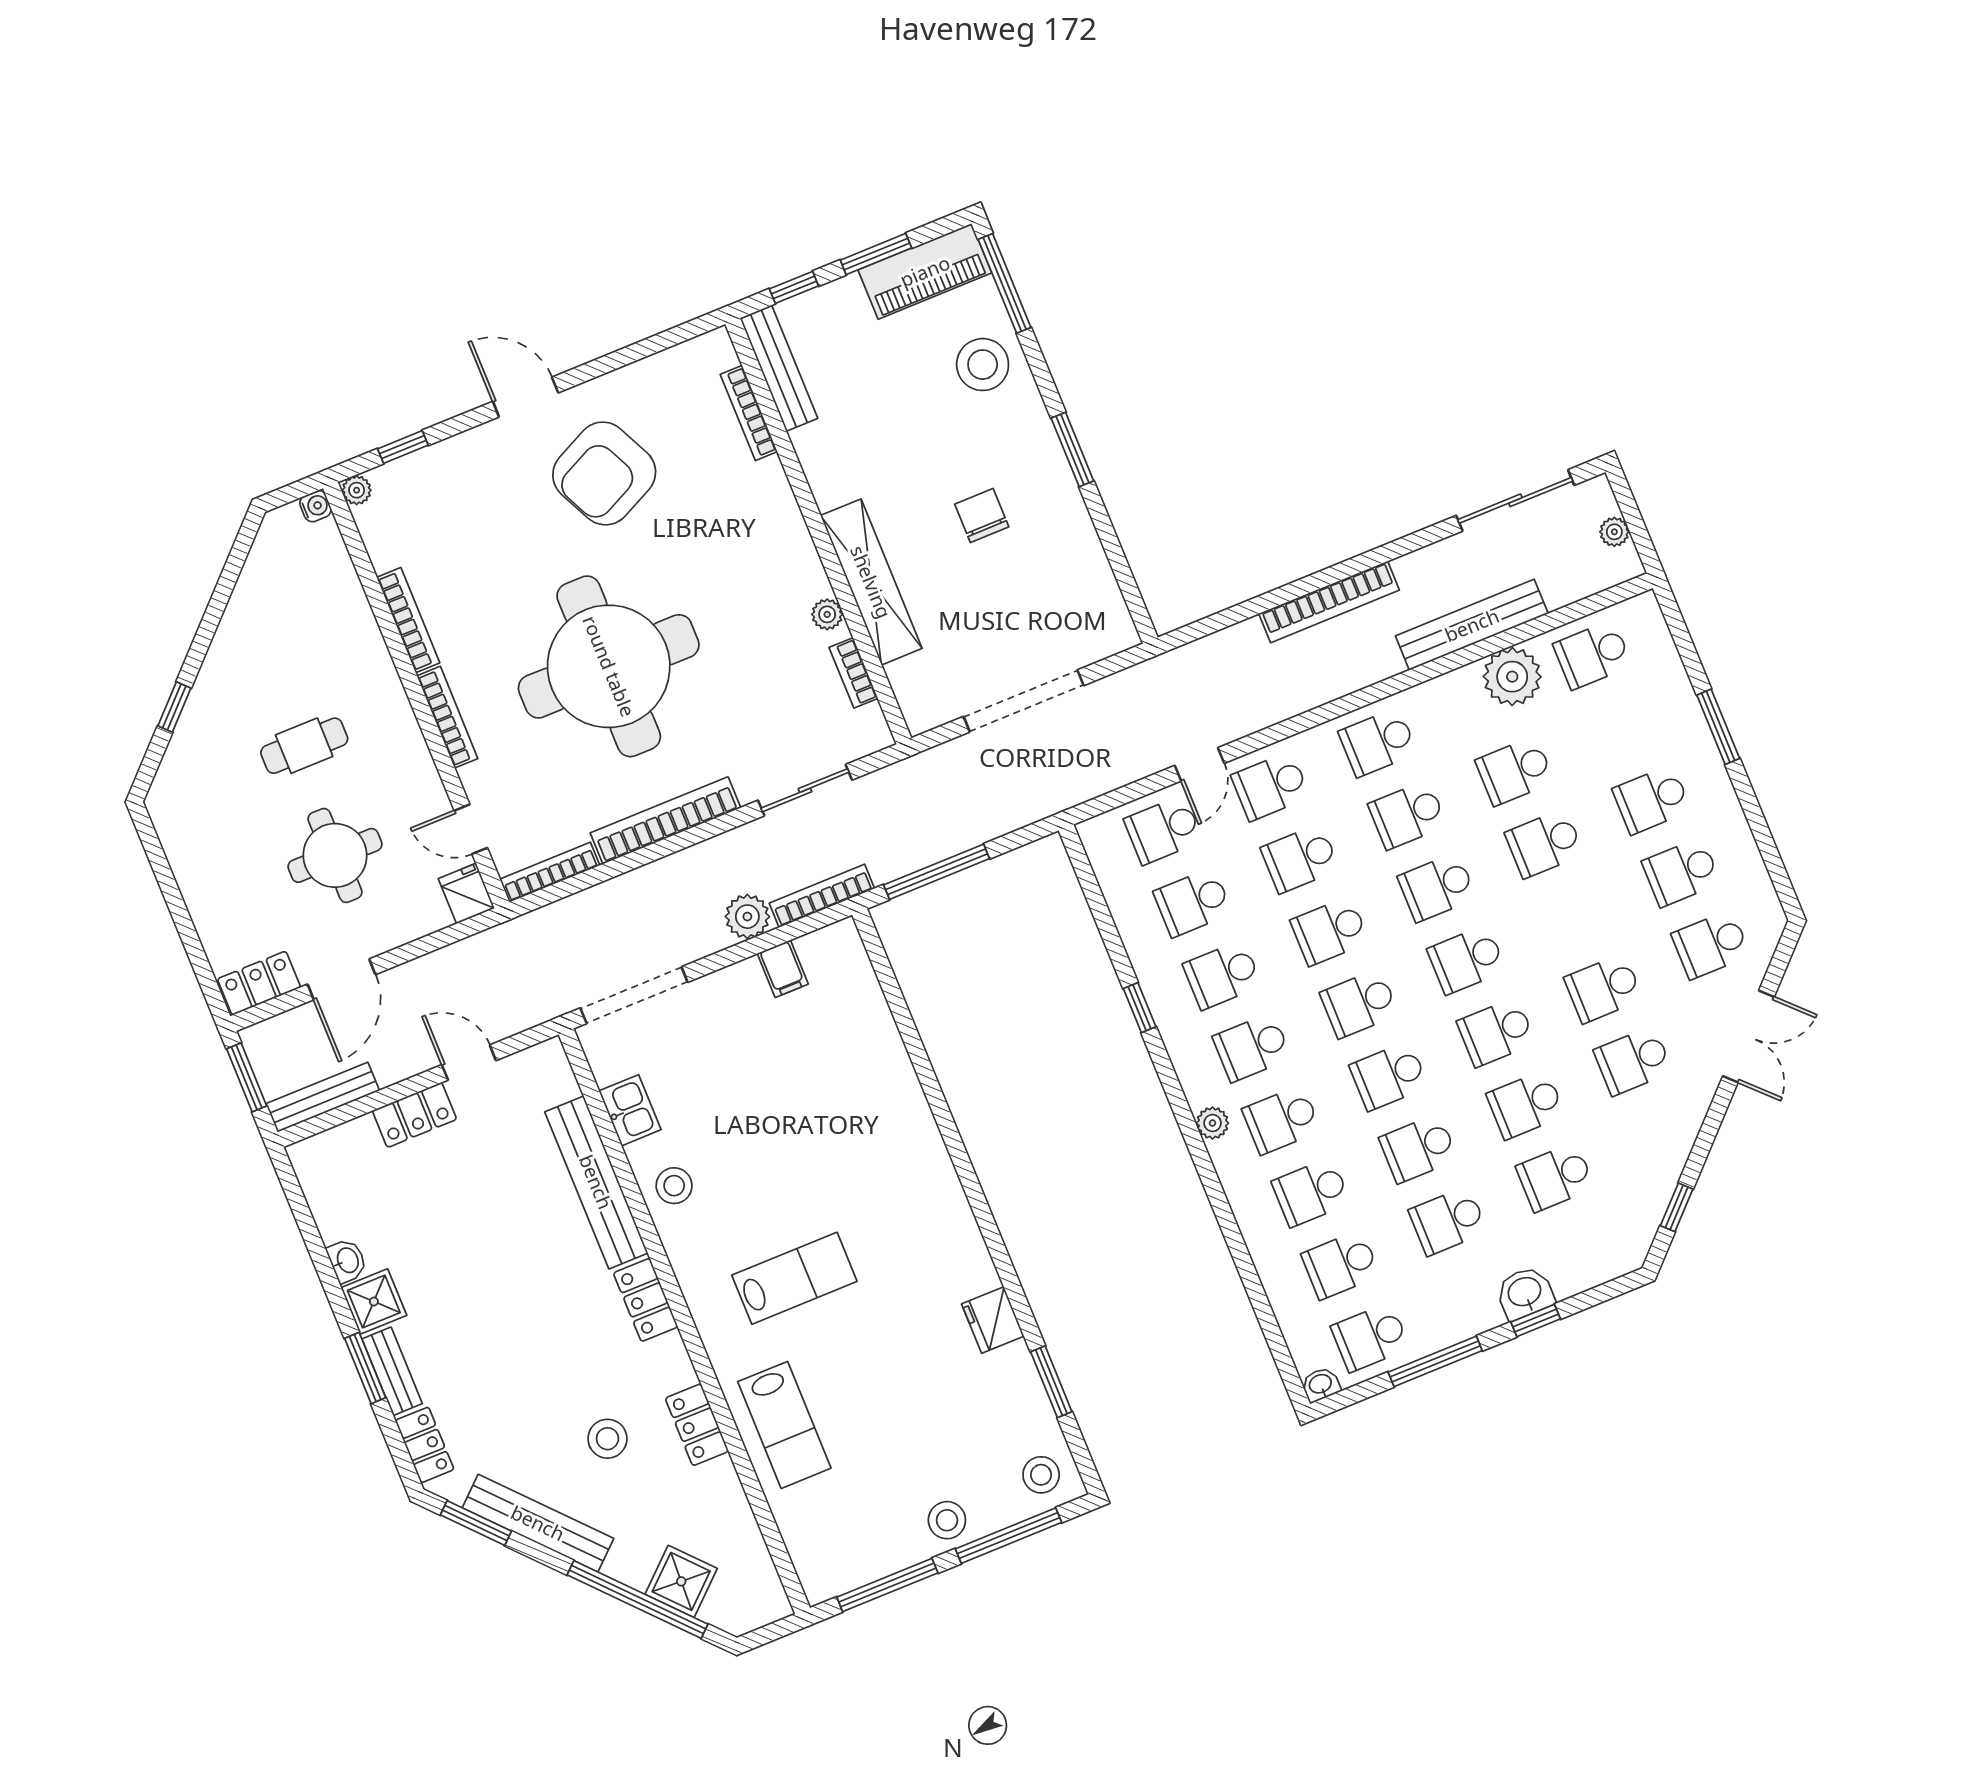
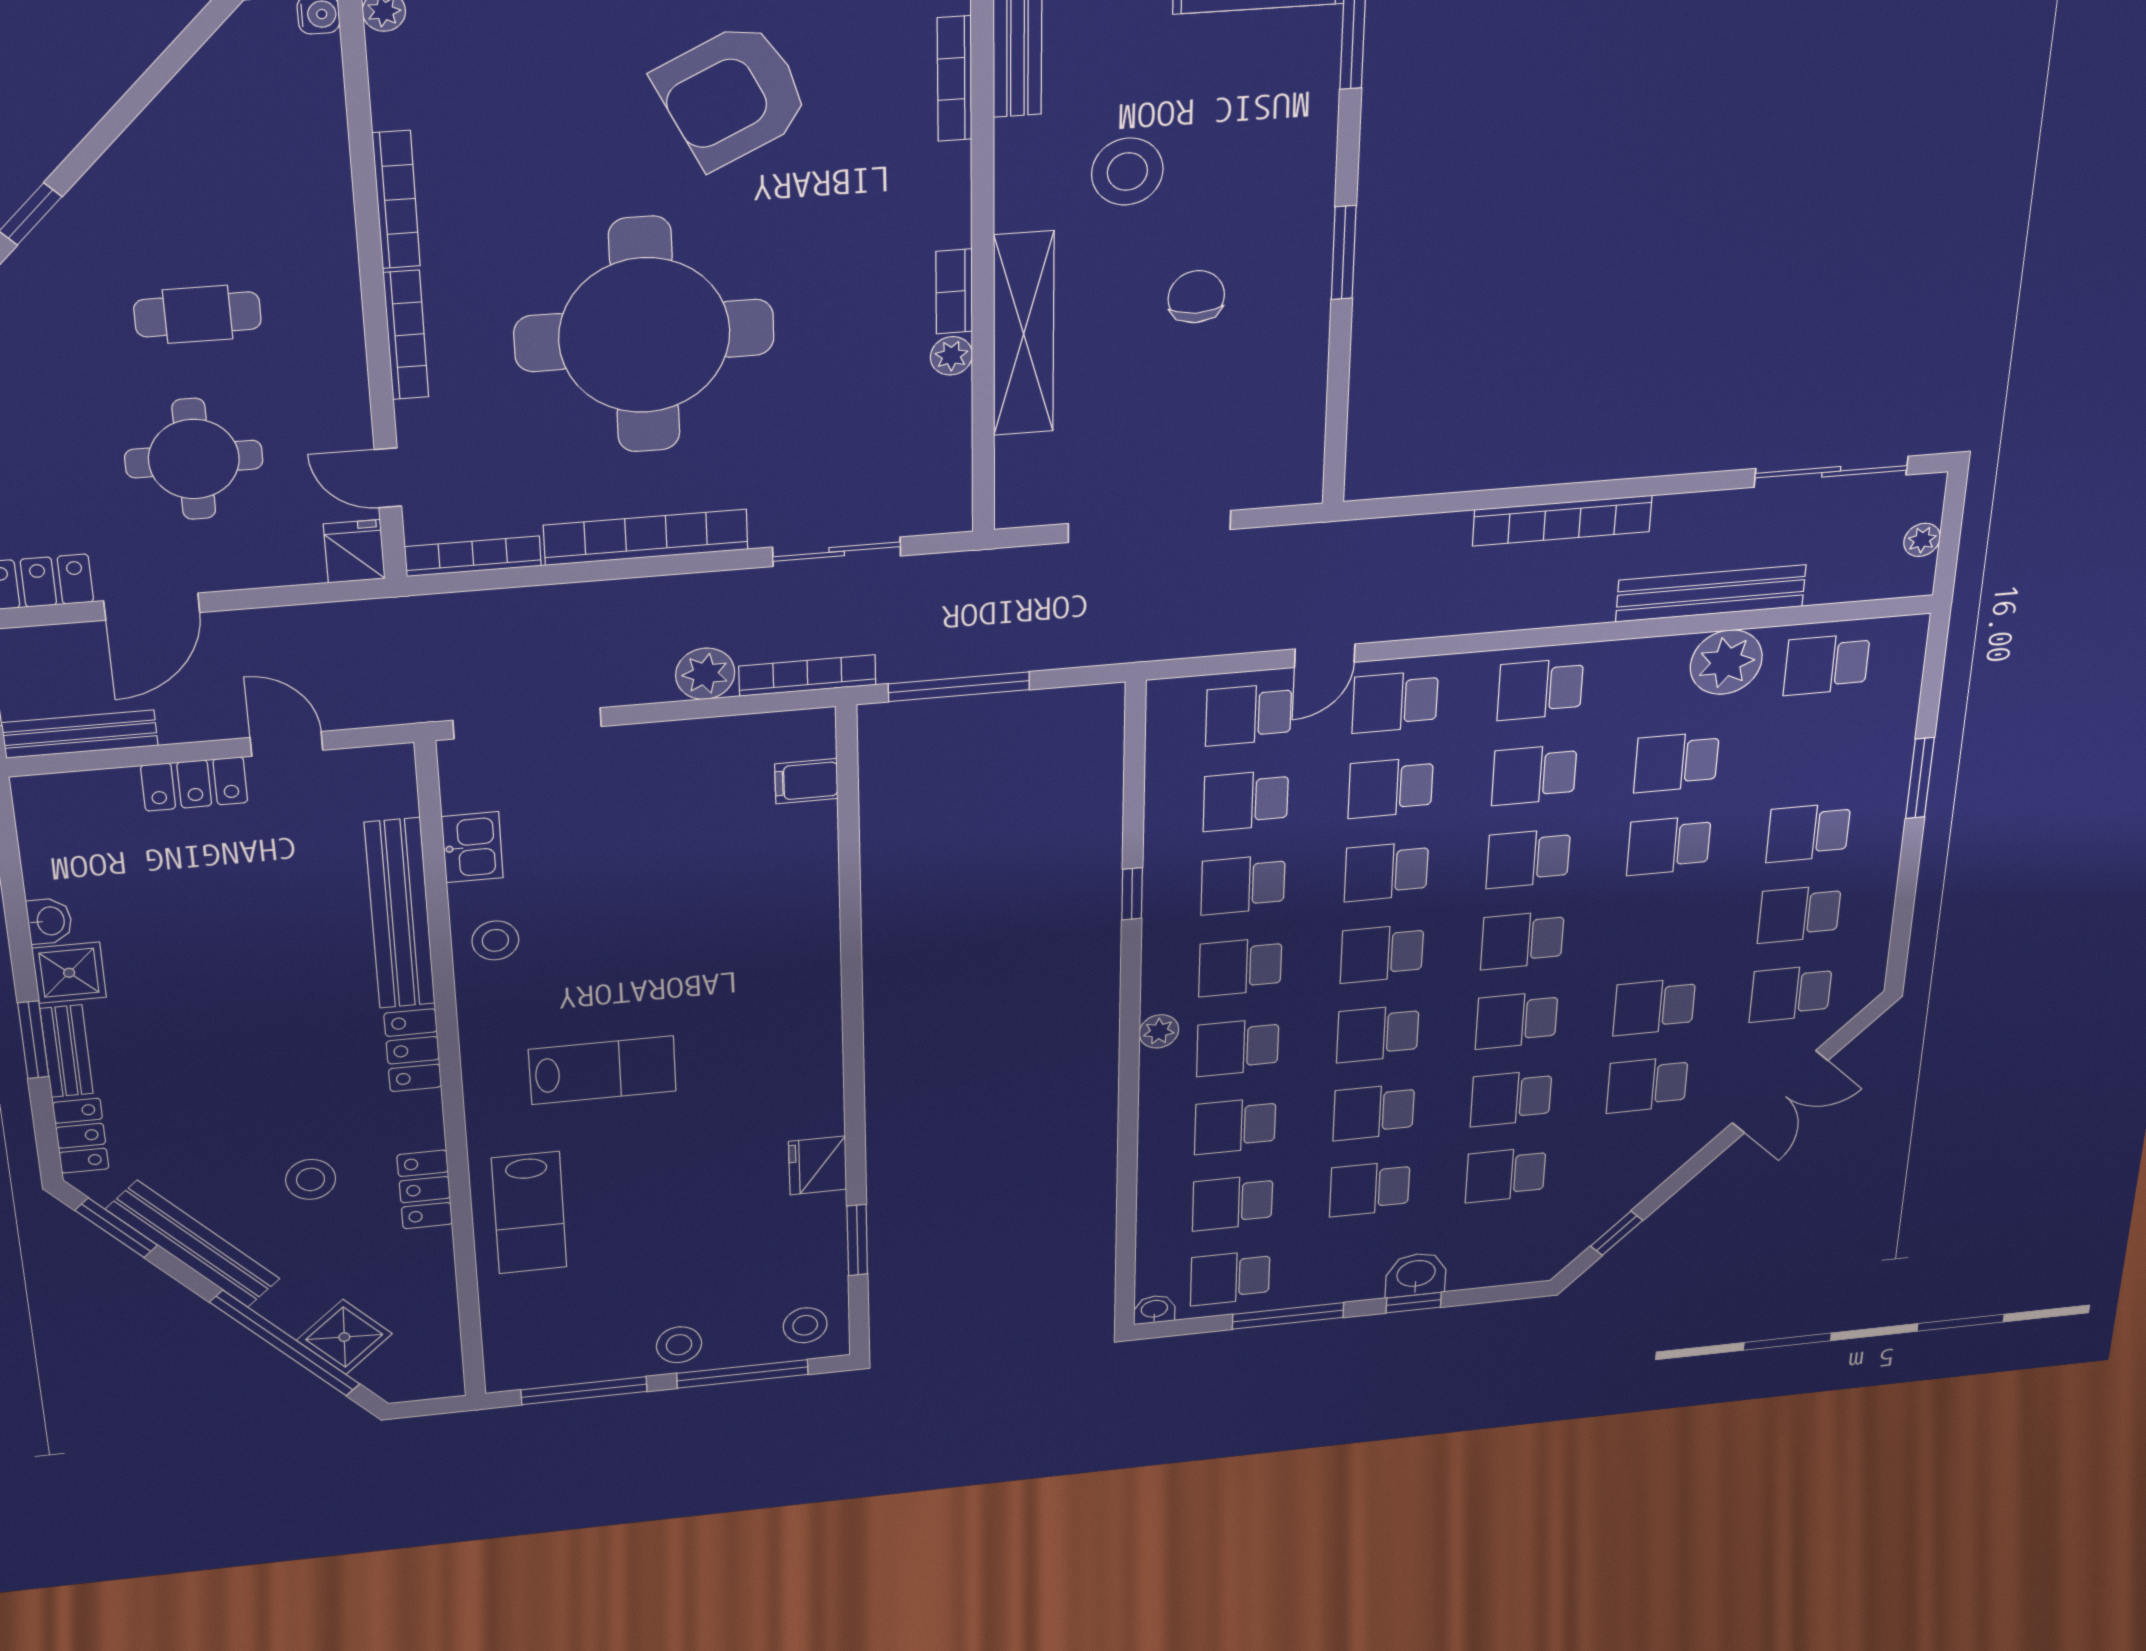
stool: (983, 365) -> (1127, 172), moved
bookcase: (854, 673) -> (954, 291), moved
filing cabinet: (783, 969) -> (806, 781), moved, turned 90

